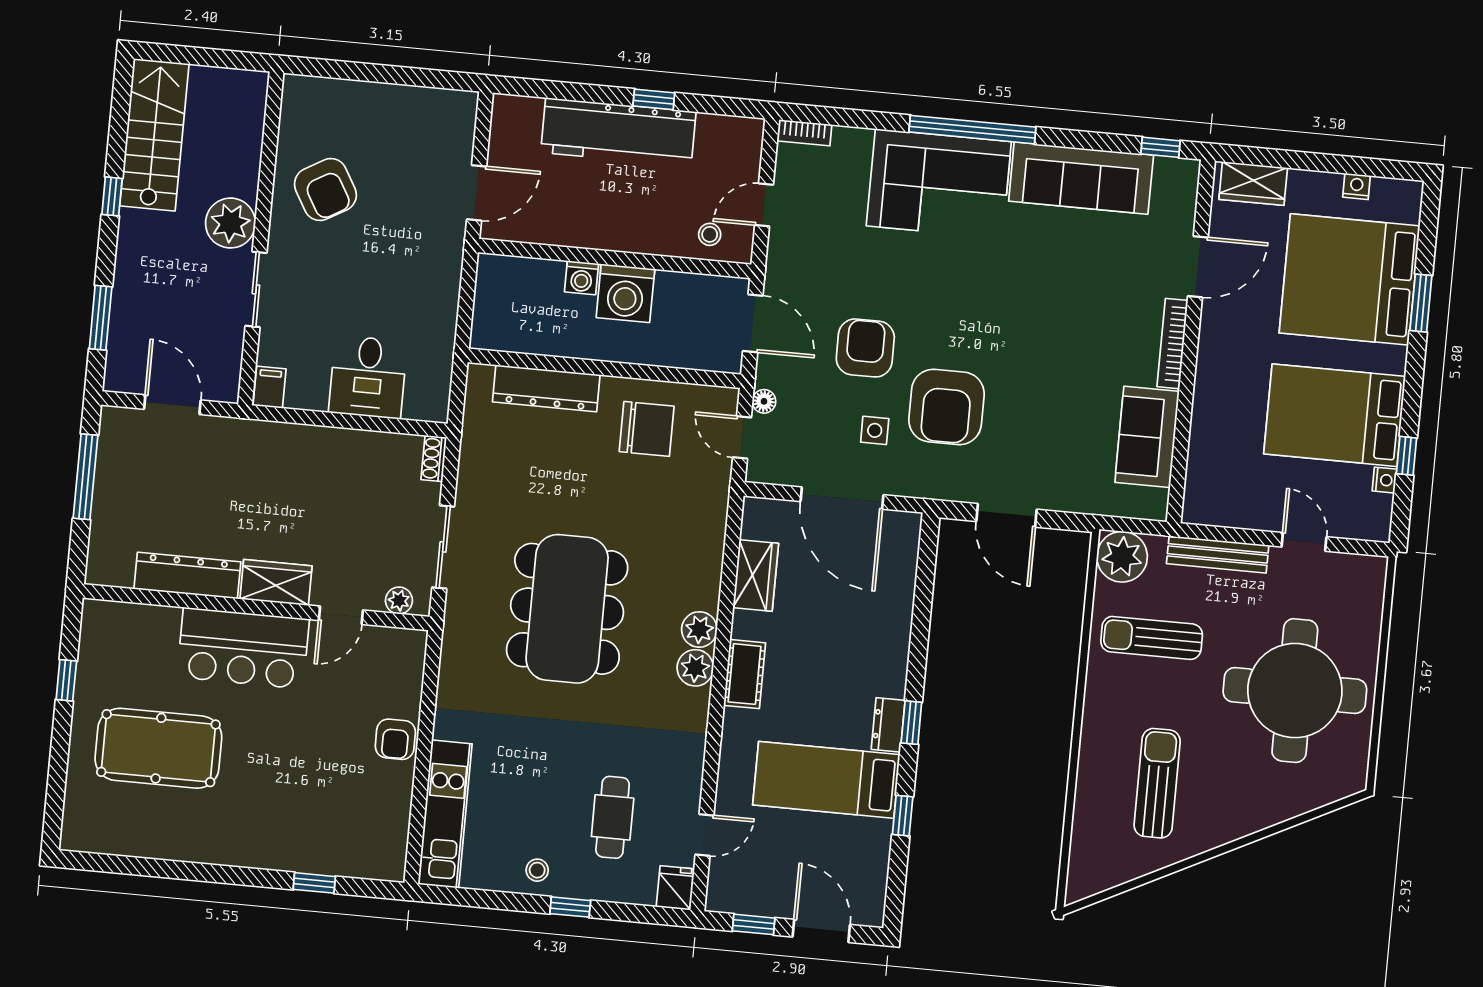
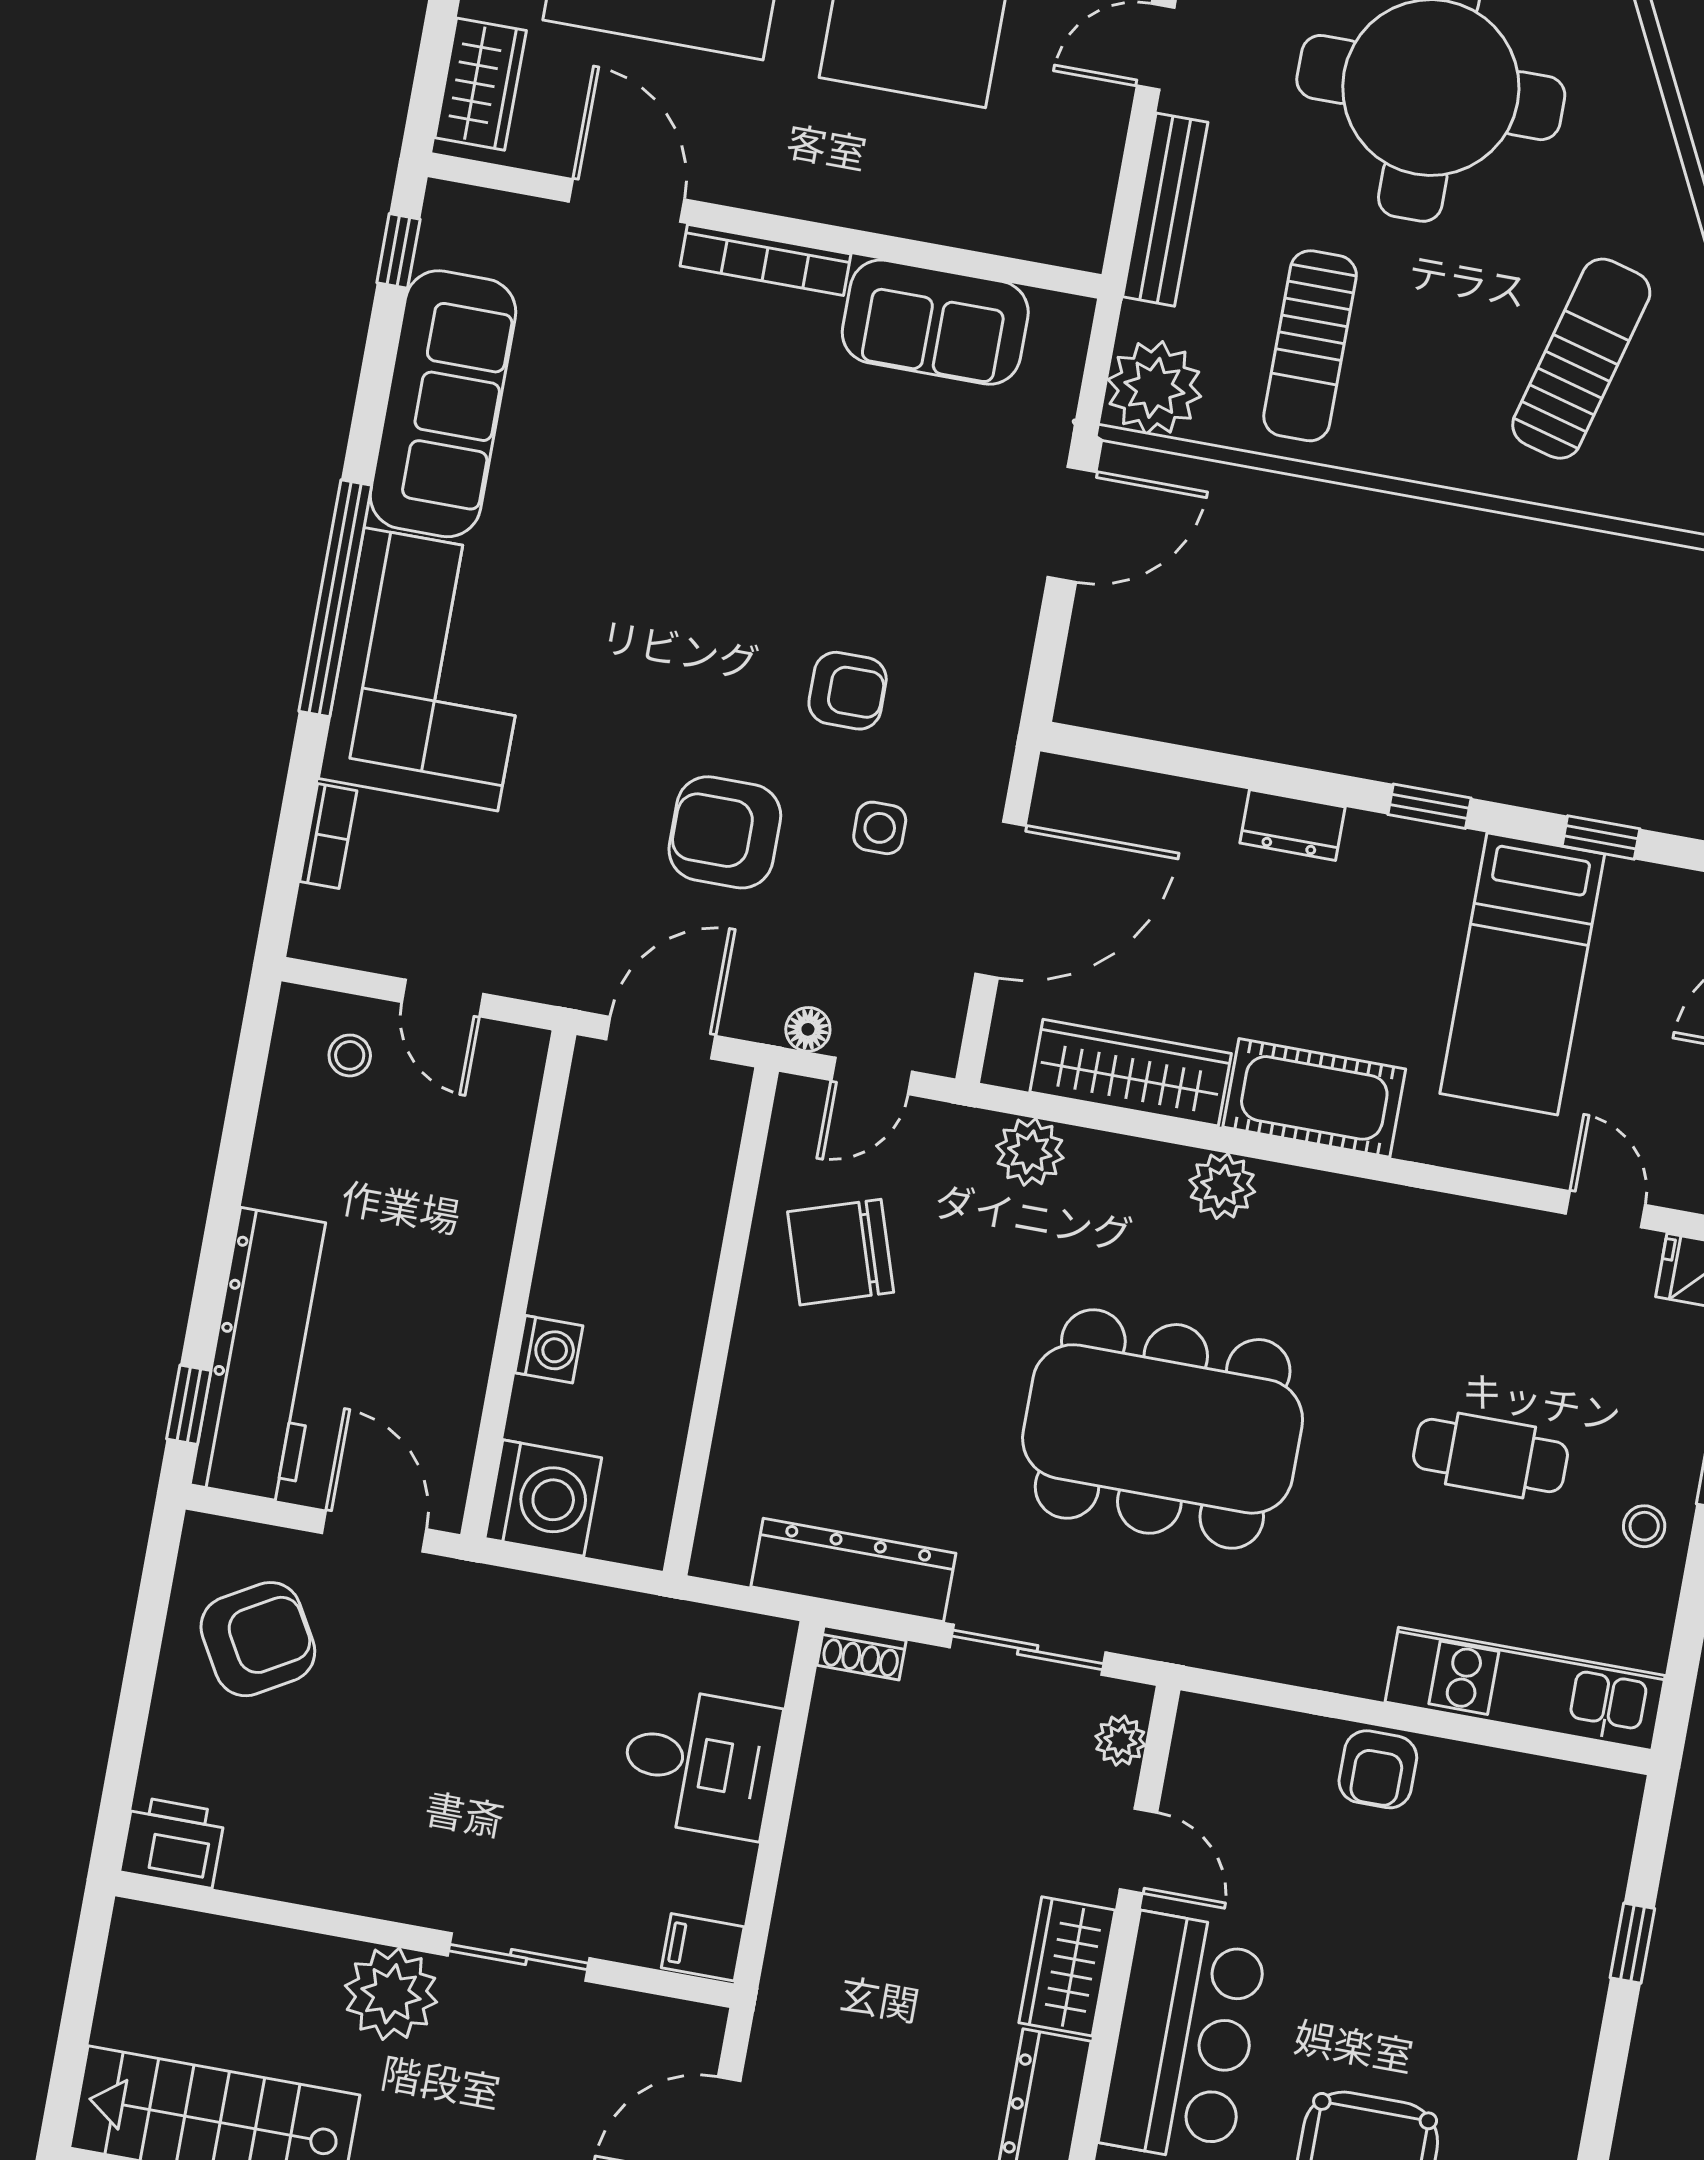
window: (654, 99) -> (189, 1405), moved
printer: (301, 100) -> (173, 1842), added
workbench: (618, 132) -> (266, 1355), moved
bookcase: (804, 133) -> (328, 836), moved
armchair: (325, 189) -> (258, 1639), moved
stool: (710, 234) -> (350, 1055), moved
washing machine: (625, 293) -> (543, 1498), moved
dresser: (546, 388) -> (853, 1570), moved, turned -90
armchair: (946, 407) -> (848, 691), width x0.53, depth x0.53
chair: (647, 429) -> (841, 1252), turned -108
door: (1006, 515) -> (1072, 524), moved
wardrobe: (756, 575) -> (1131, 1073), width x1.50
plant: (695, 668) -> (1030, 1152), moved
cot: (744, 674) -> (1314, 1098), width x1.37, depth x1.34
dresser: (888, 725) -> (1293, 825), moved
armchair: (395, 739) -> (1378, 1769), turned 90
sun lounger: (1157, 783) -> (1581, 359), turned 105
cafe table: (613, 817) -> (1491, 1455), moved

